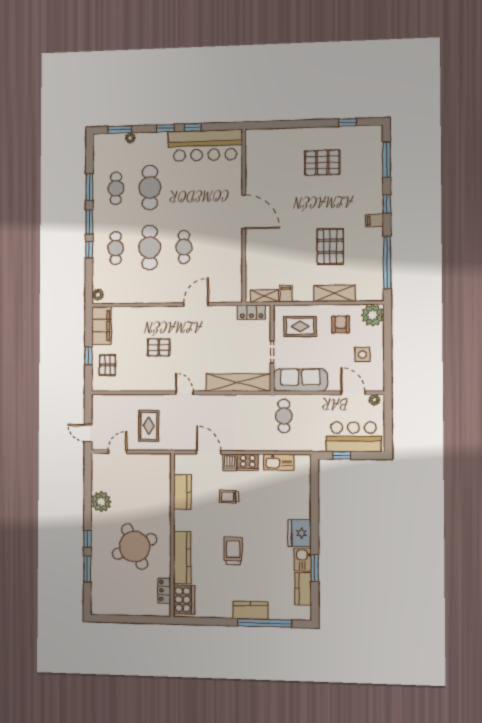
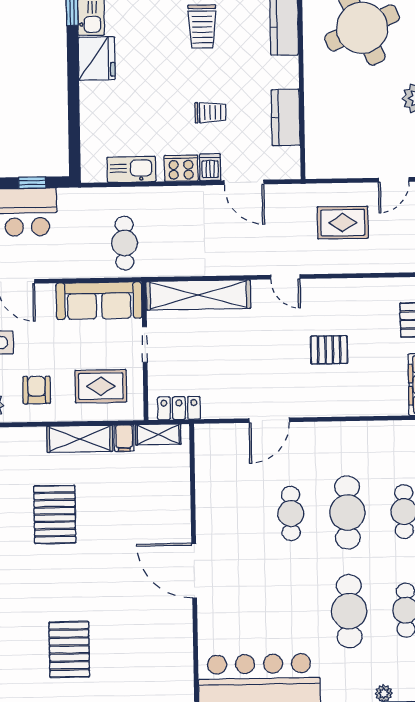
pallet: (322, 163) -> (69, 649), turned 90
shelving: (334, 293) -> (80, 439), moved
armchair: (341, 324) -> (37, 390), turned 180
rug: (149, 426) -> (343, 223), turned 90

